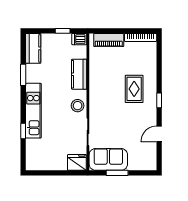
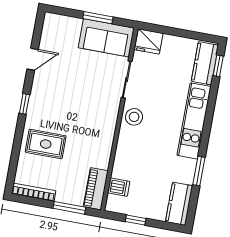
window: (112, 31) -> (69, 208), added
dishwasher: (79, 39) -> (119, 187), moved
piano: (109, 40) -> (96, 189), moved, turned -90
kitchen counter: (79, 74) -> (205, 63), moved, turned 180
rug: (134, 89) -> (46, 144), moved, turned 90
window: (23, 131) -> (218, 66), moved

